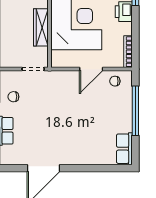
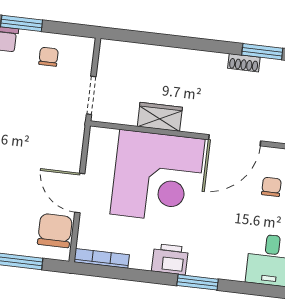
wardrobe: (41, 27) -> (160, 117), width x0.67
chair: (115, 81) -> (55, 231), width x1.87, depth x1.87

